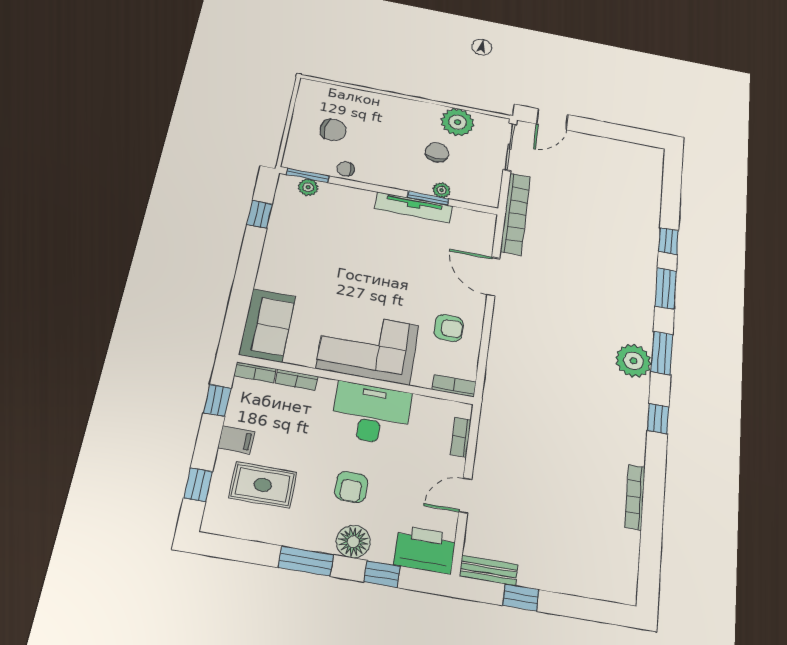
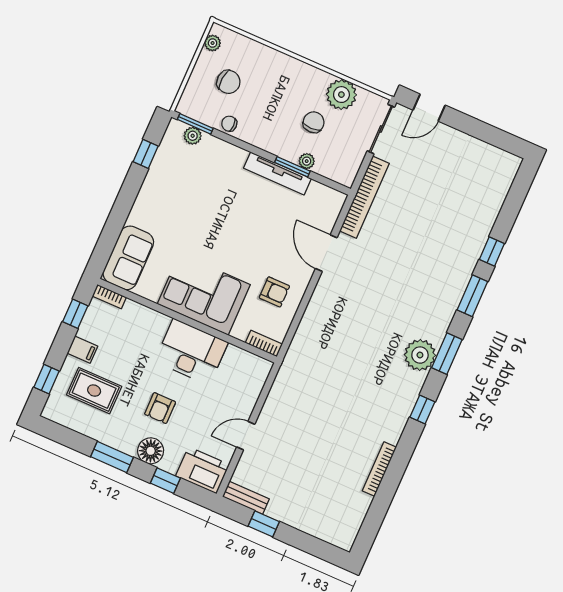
plant: (305, 97) -> (213, 43), added
bookcase: (297, 380) -> (140, 310), removed
bookcase: (461, 437) -> (256, 388), removed

